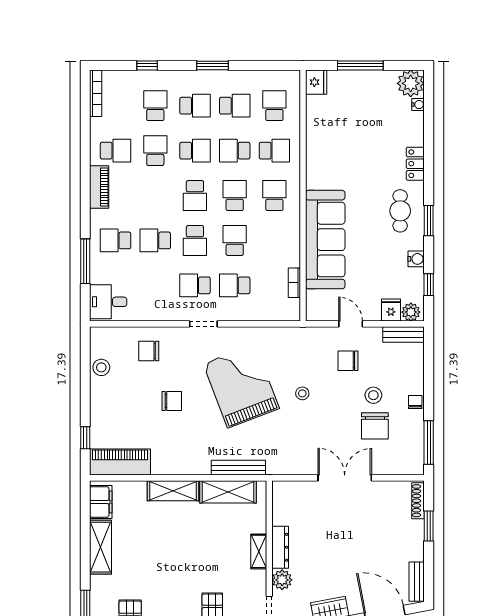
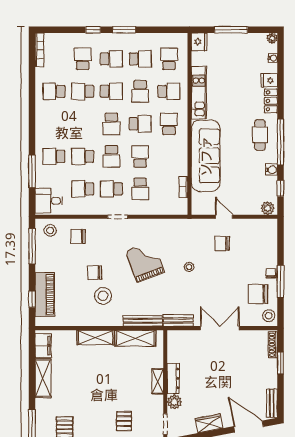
window: (147, 65) -> (93, 30), moved
plant: (411, 83) -> (272, 38), width x0.53, depth x0.53
school desk: (116, 151) -> (54, 91), turned 180
school desk: (155, 151) -> (83, 91), turned -90
school desk: (235, 151) -> (140, 91), turned -90
kitchen unit: (316, 152) -> (199, 93), added
piano: (99, 187) -> (42, 118), removed
school desk: (235, 196) -> (140, 124), turned 90
window: (429, 221) -> (280, 142), width x2.11
school desk: (155, 285) -> (83, 189), added
school desk: (235, 285) -> (140, 189), turned -90
fridge: (391, 310) -> (269, 80), moved, turned -90
bench: (404, 334) -> (178, 321), moved
window: (85, 365) -> (32, 246), added
stool: (101, 367) -> (50, 230), moved
grand piano: (241, 386) -> (145, 262), width x0.73, depth x0.68
stool: (373, 395) -> (269, 316), moved
chair: (172, 401) -> (95, 273), turned 180
chair: (375, 426) -> (258, 294), moved, turned 90
stool: (183, 433) -> (103, 296), added
window: (429, 443) -> (280, 281), moved
piano: (120, 462) -> (45, 294), moved, turned 90

